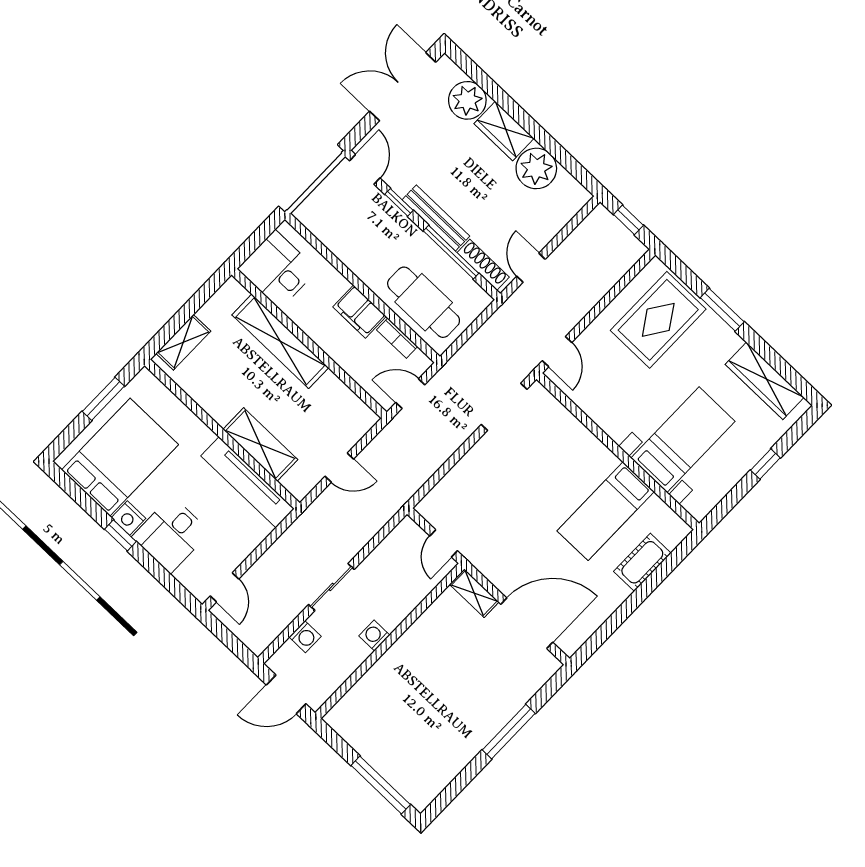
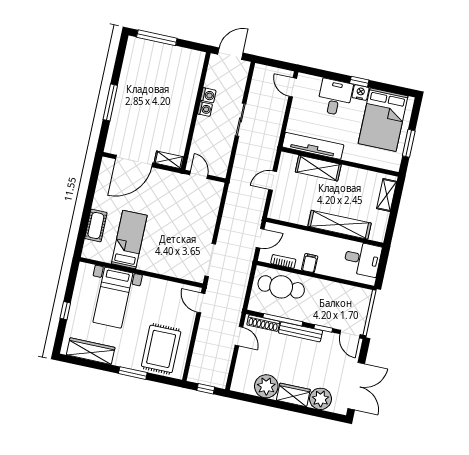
filing cabinet: (360, 312) -> (310, 263), width x0.50
washing machine: (305, 637) -> (208, 95), moved, turned 180

